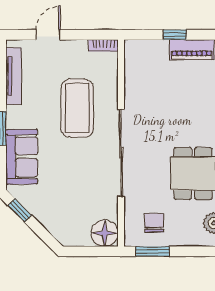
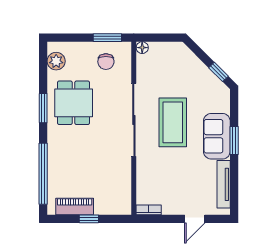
coffee table: (77, 108) -> (173, 122), moved
sofa: (22, 157) -> (217, 136), moved
floor lamp: (105, 233) -> (142, 48), width x0.53, depth x0.53

